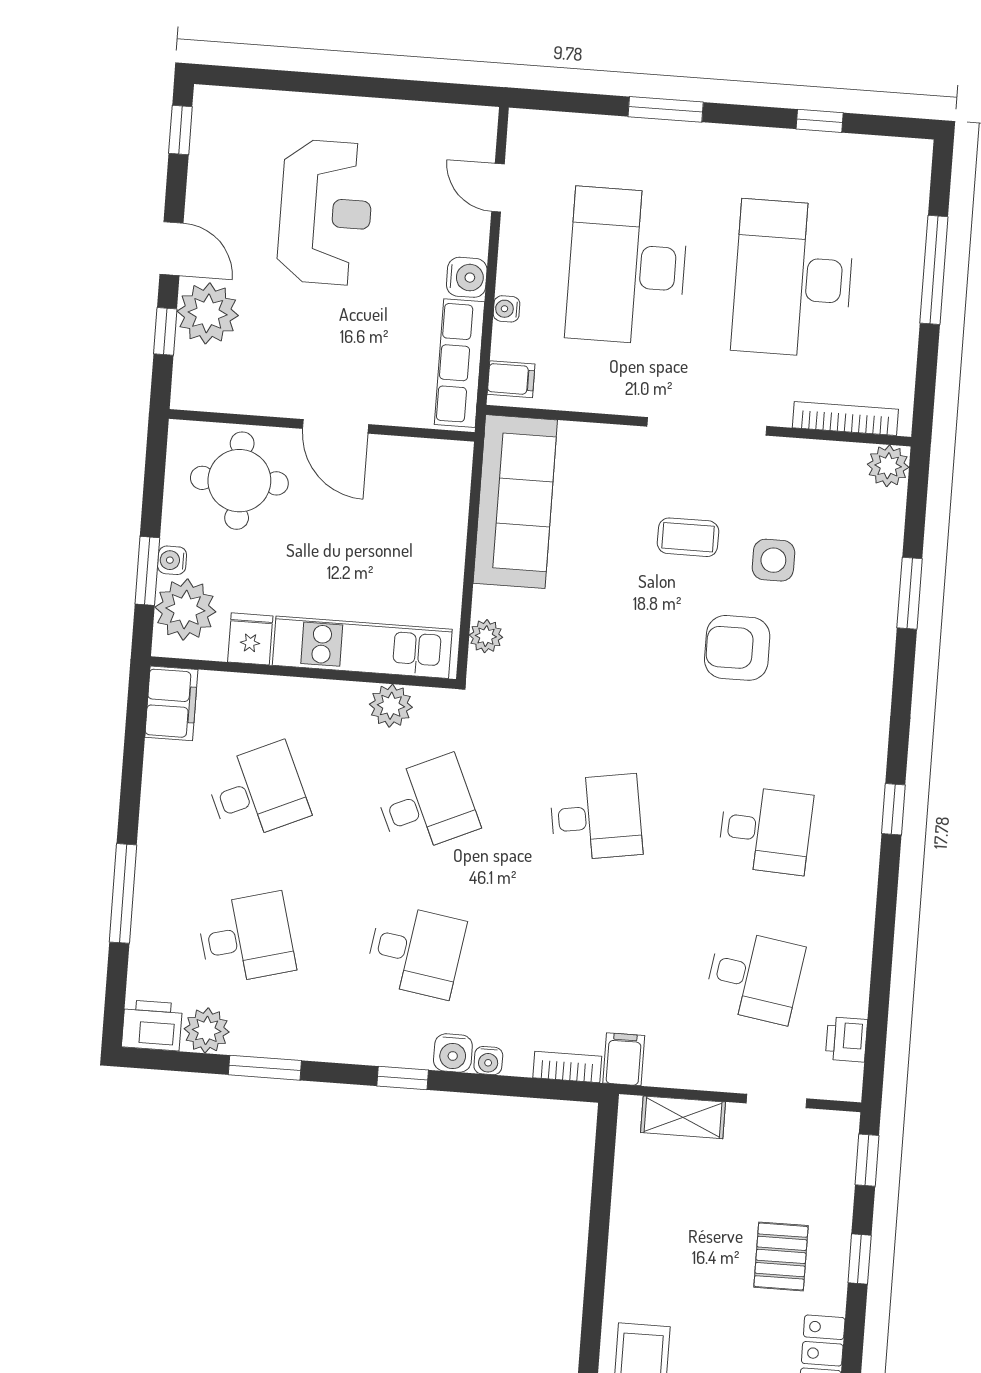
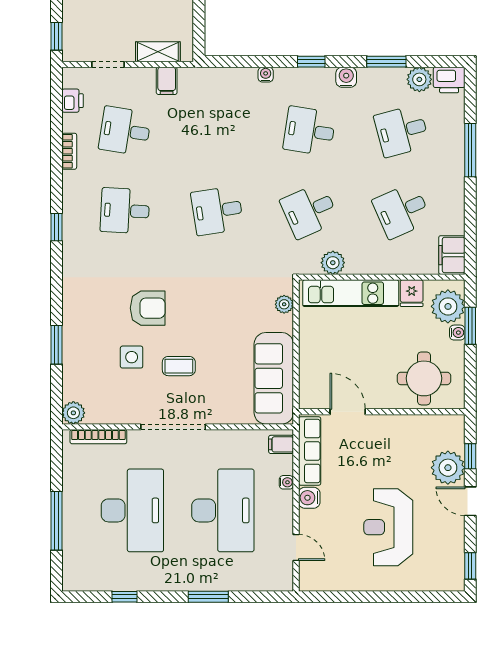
door: (336, 426) -> (348, 412), moved
water cooler: (453, 1053) -> (346, 77), moved
filing cabinet: (624, 1059) -> (167, 81), moved
bookcase: (567, 1067) -> (69, 151), moved, turned -90

